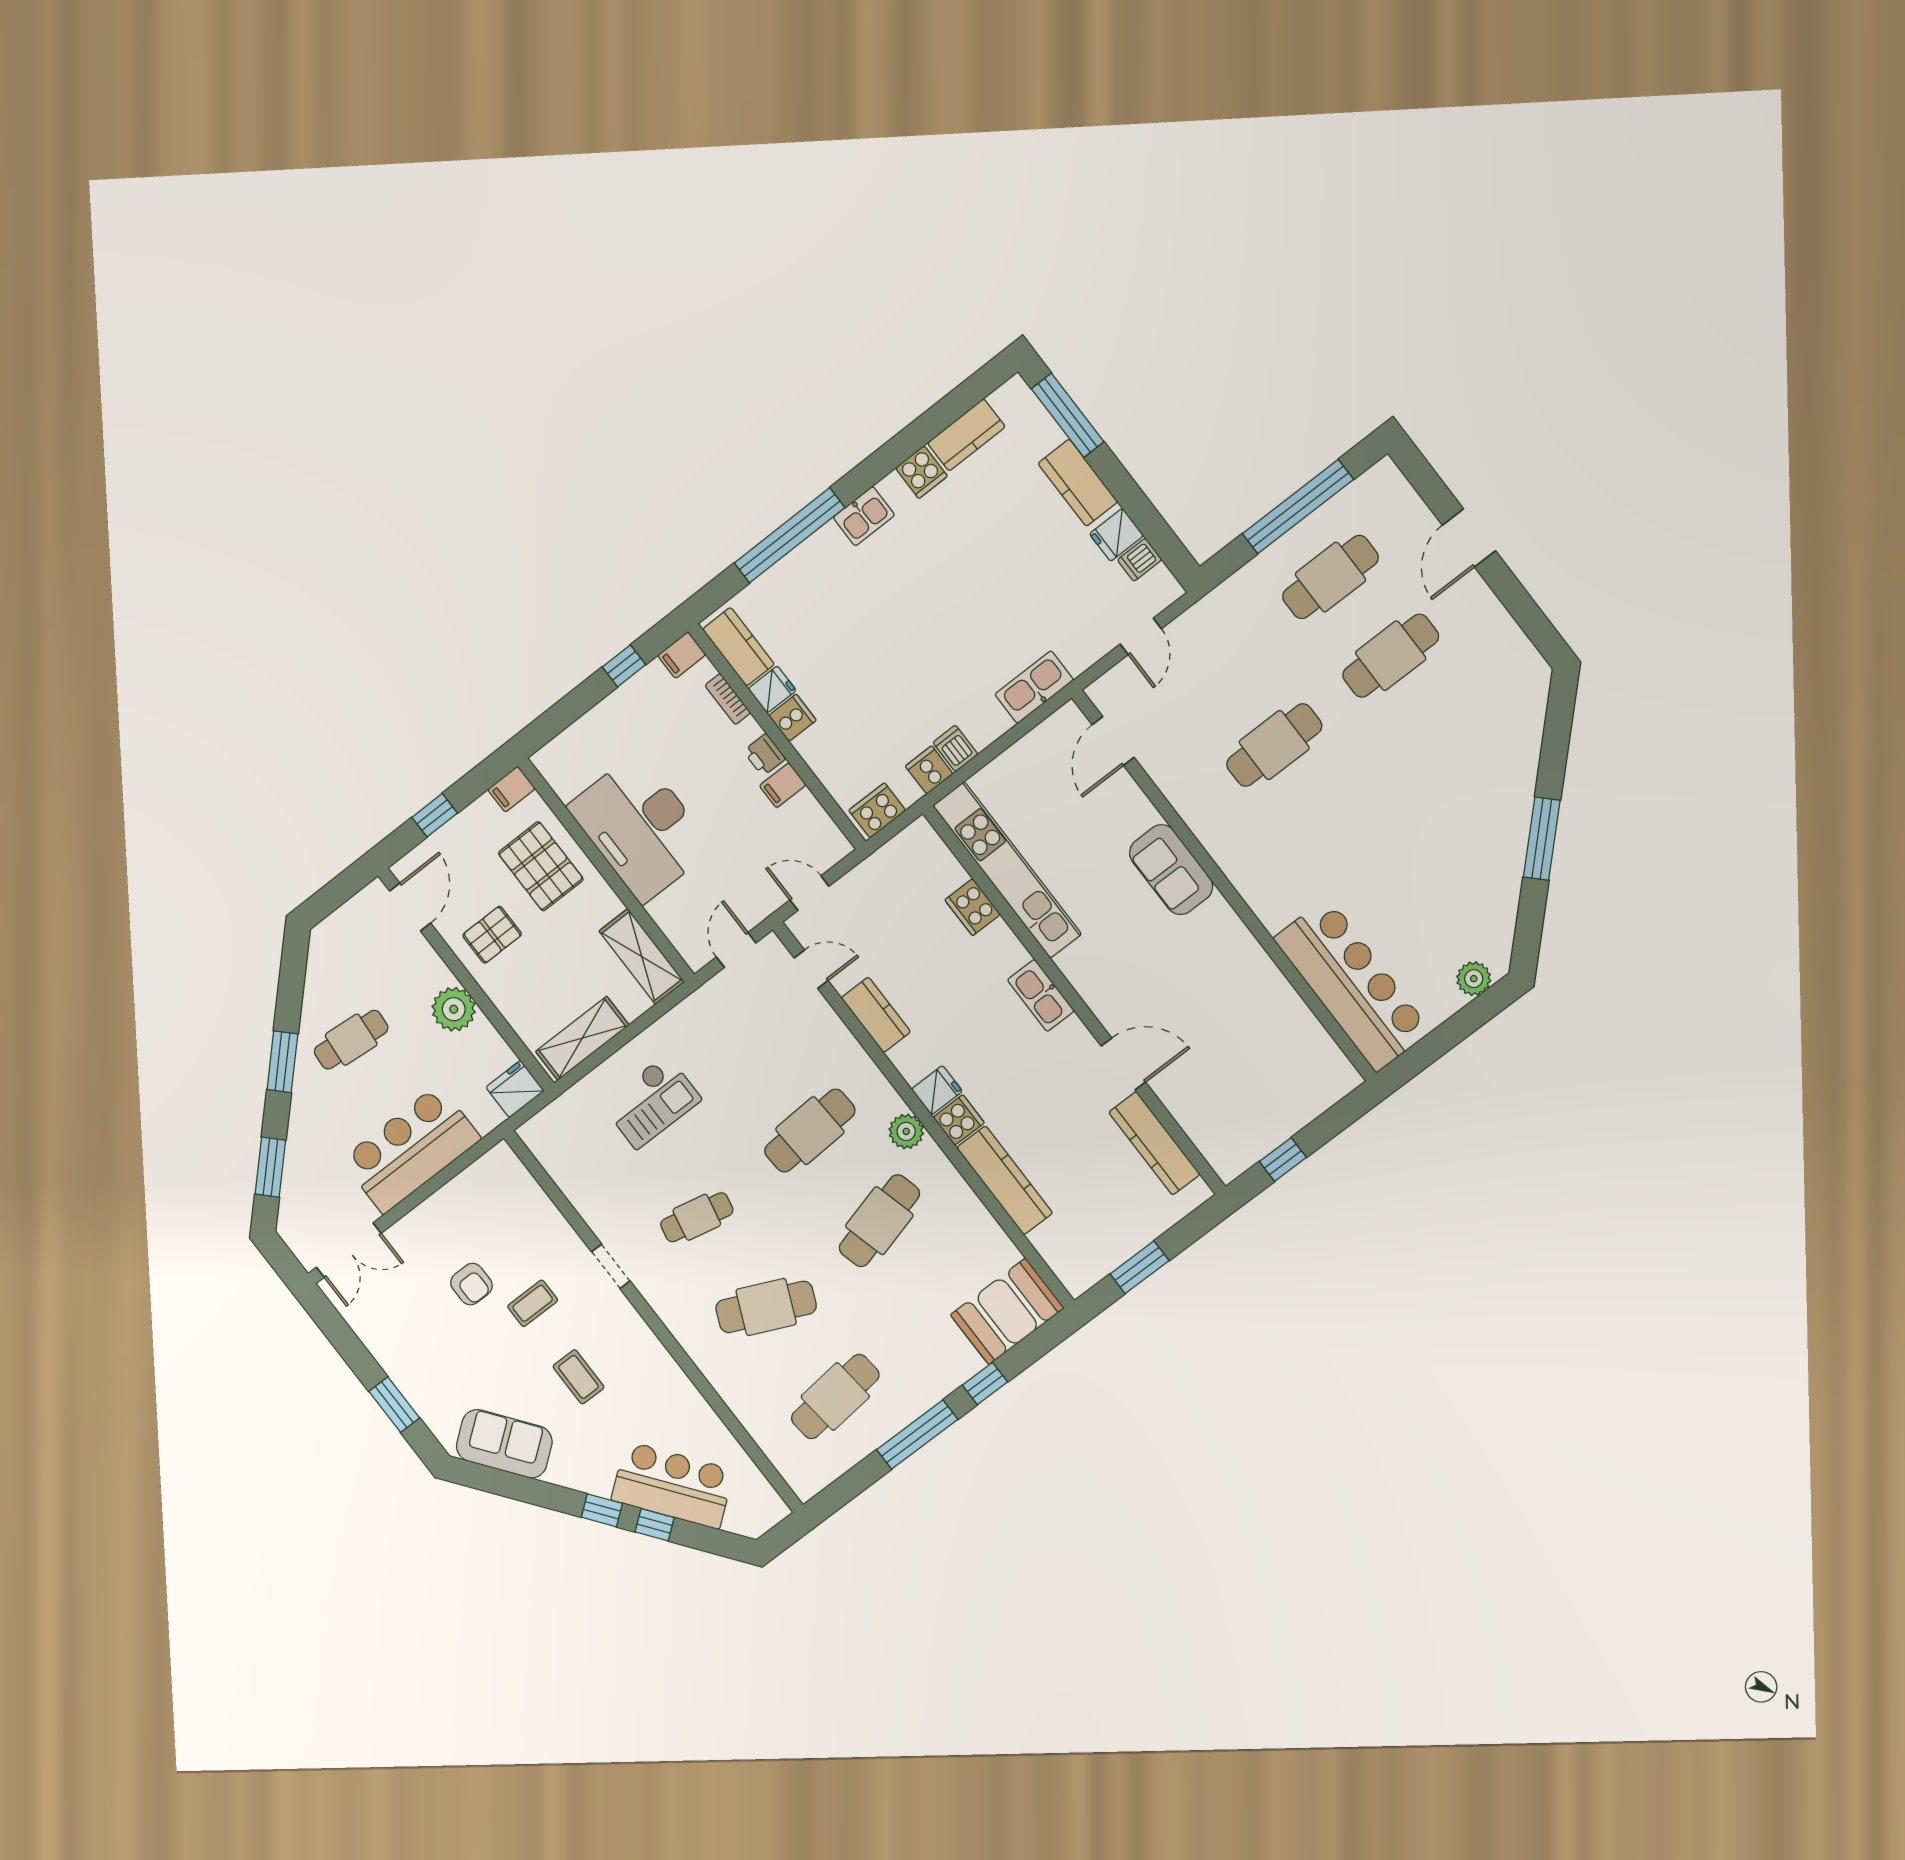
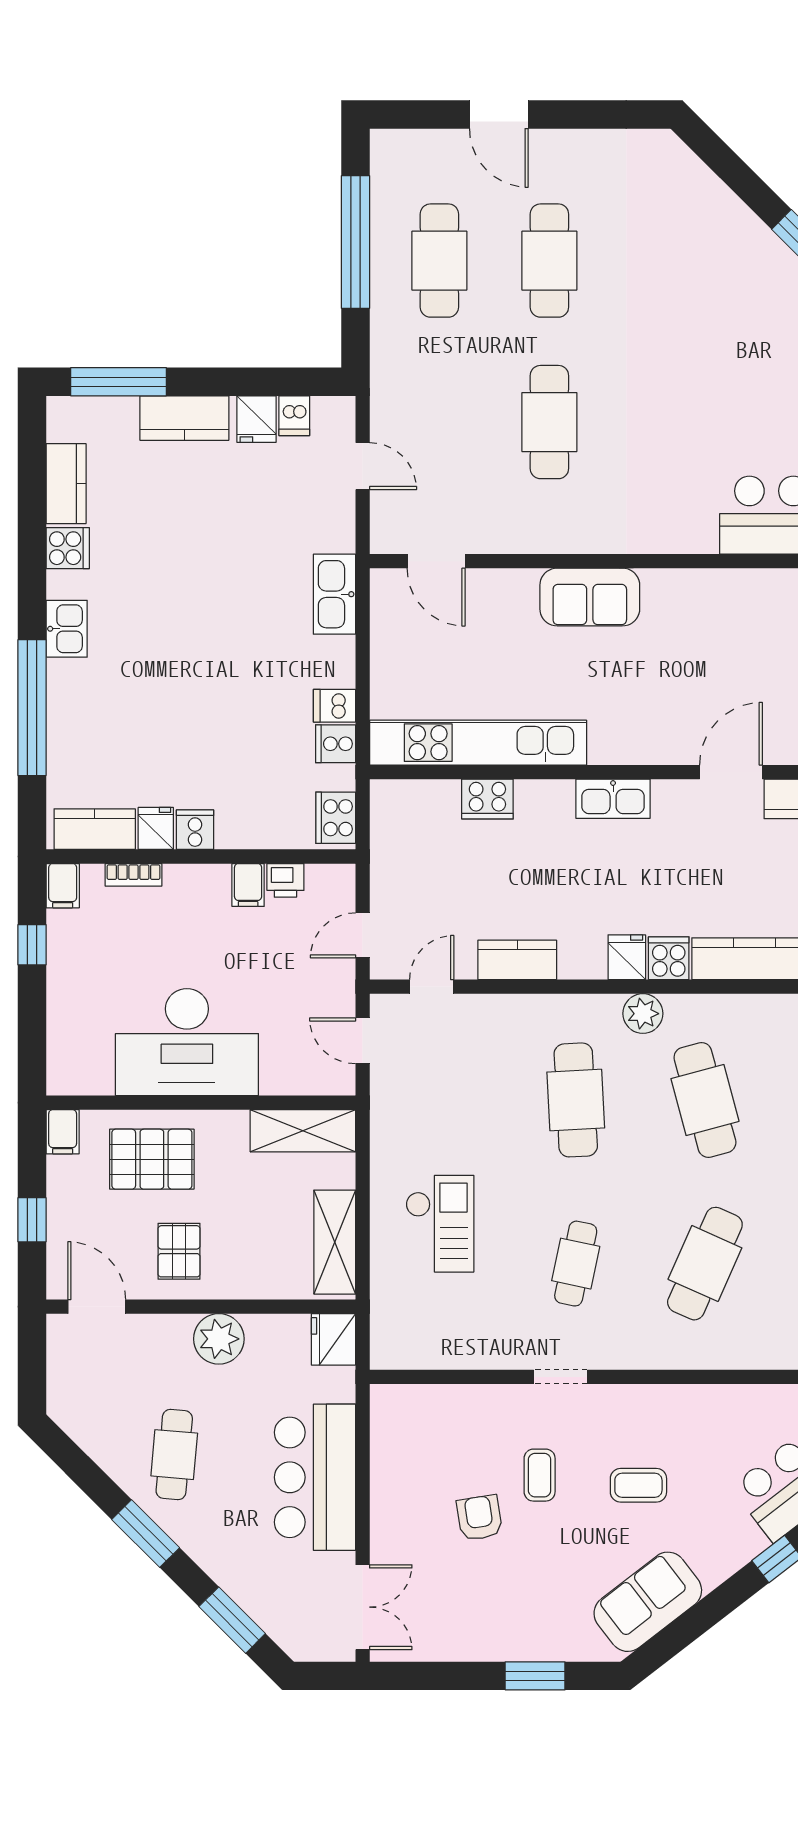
printer: (764, 755) -> (285, 880), moved
armchair: (471, 1284) -> (479, 1518), turned -99

